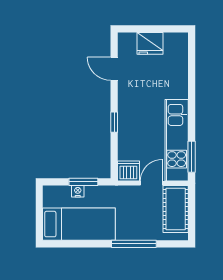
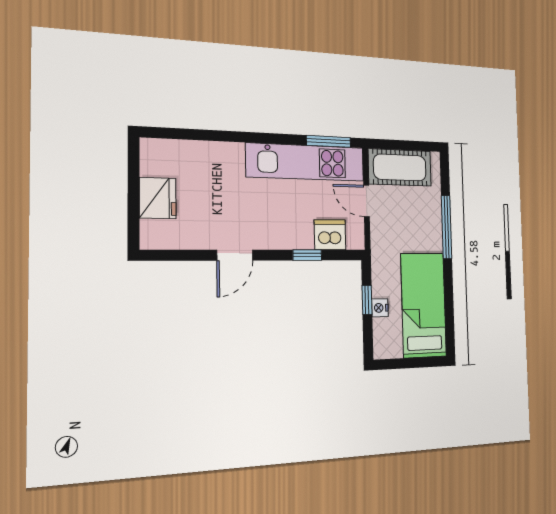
door: (114, 69) -> (235, 255), moved
window: (114, 122) -> (307, 255), moved
dishwasher: (128, 171) -> (330, 235), moved, turned 90
window: (83, 182) -> (367, 300), width x0.67

